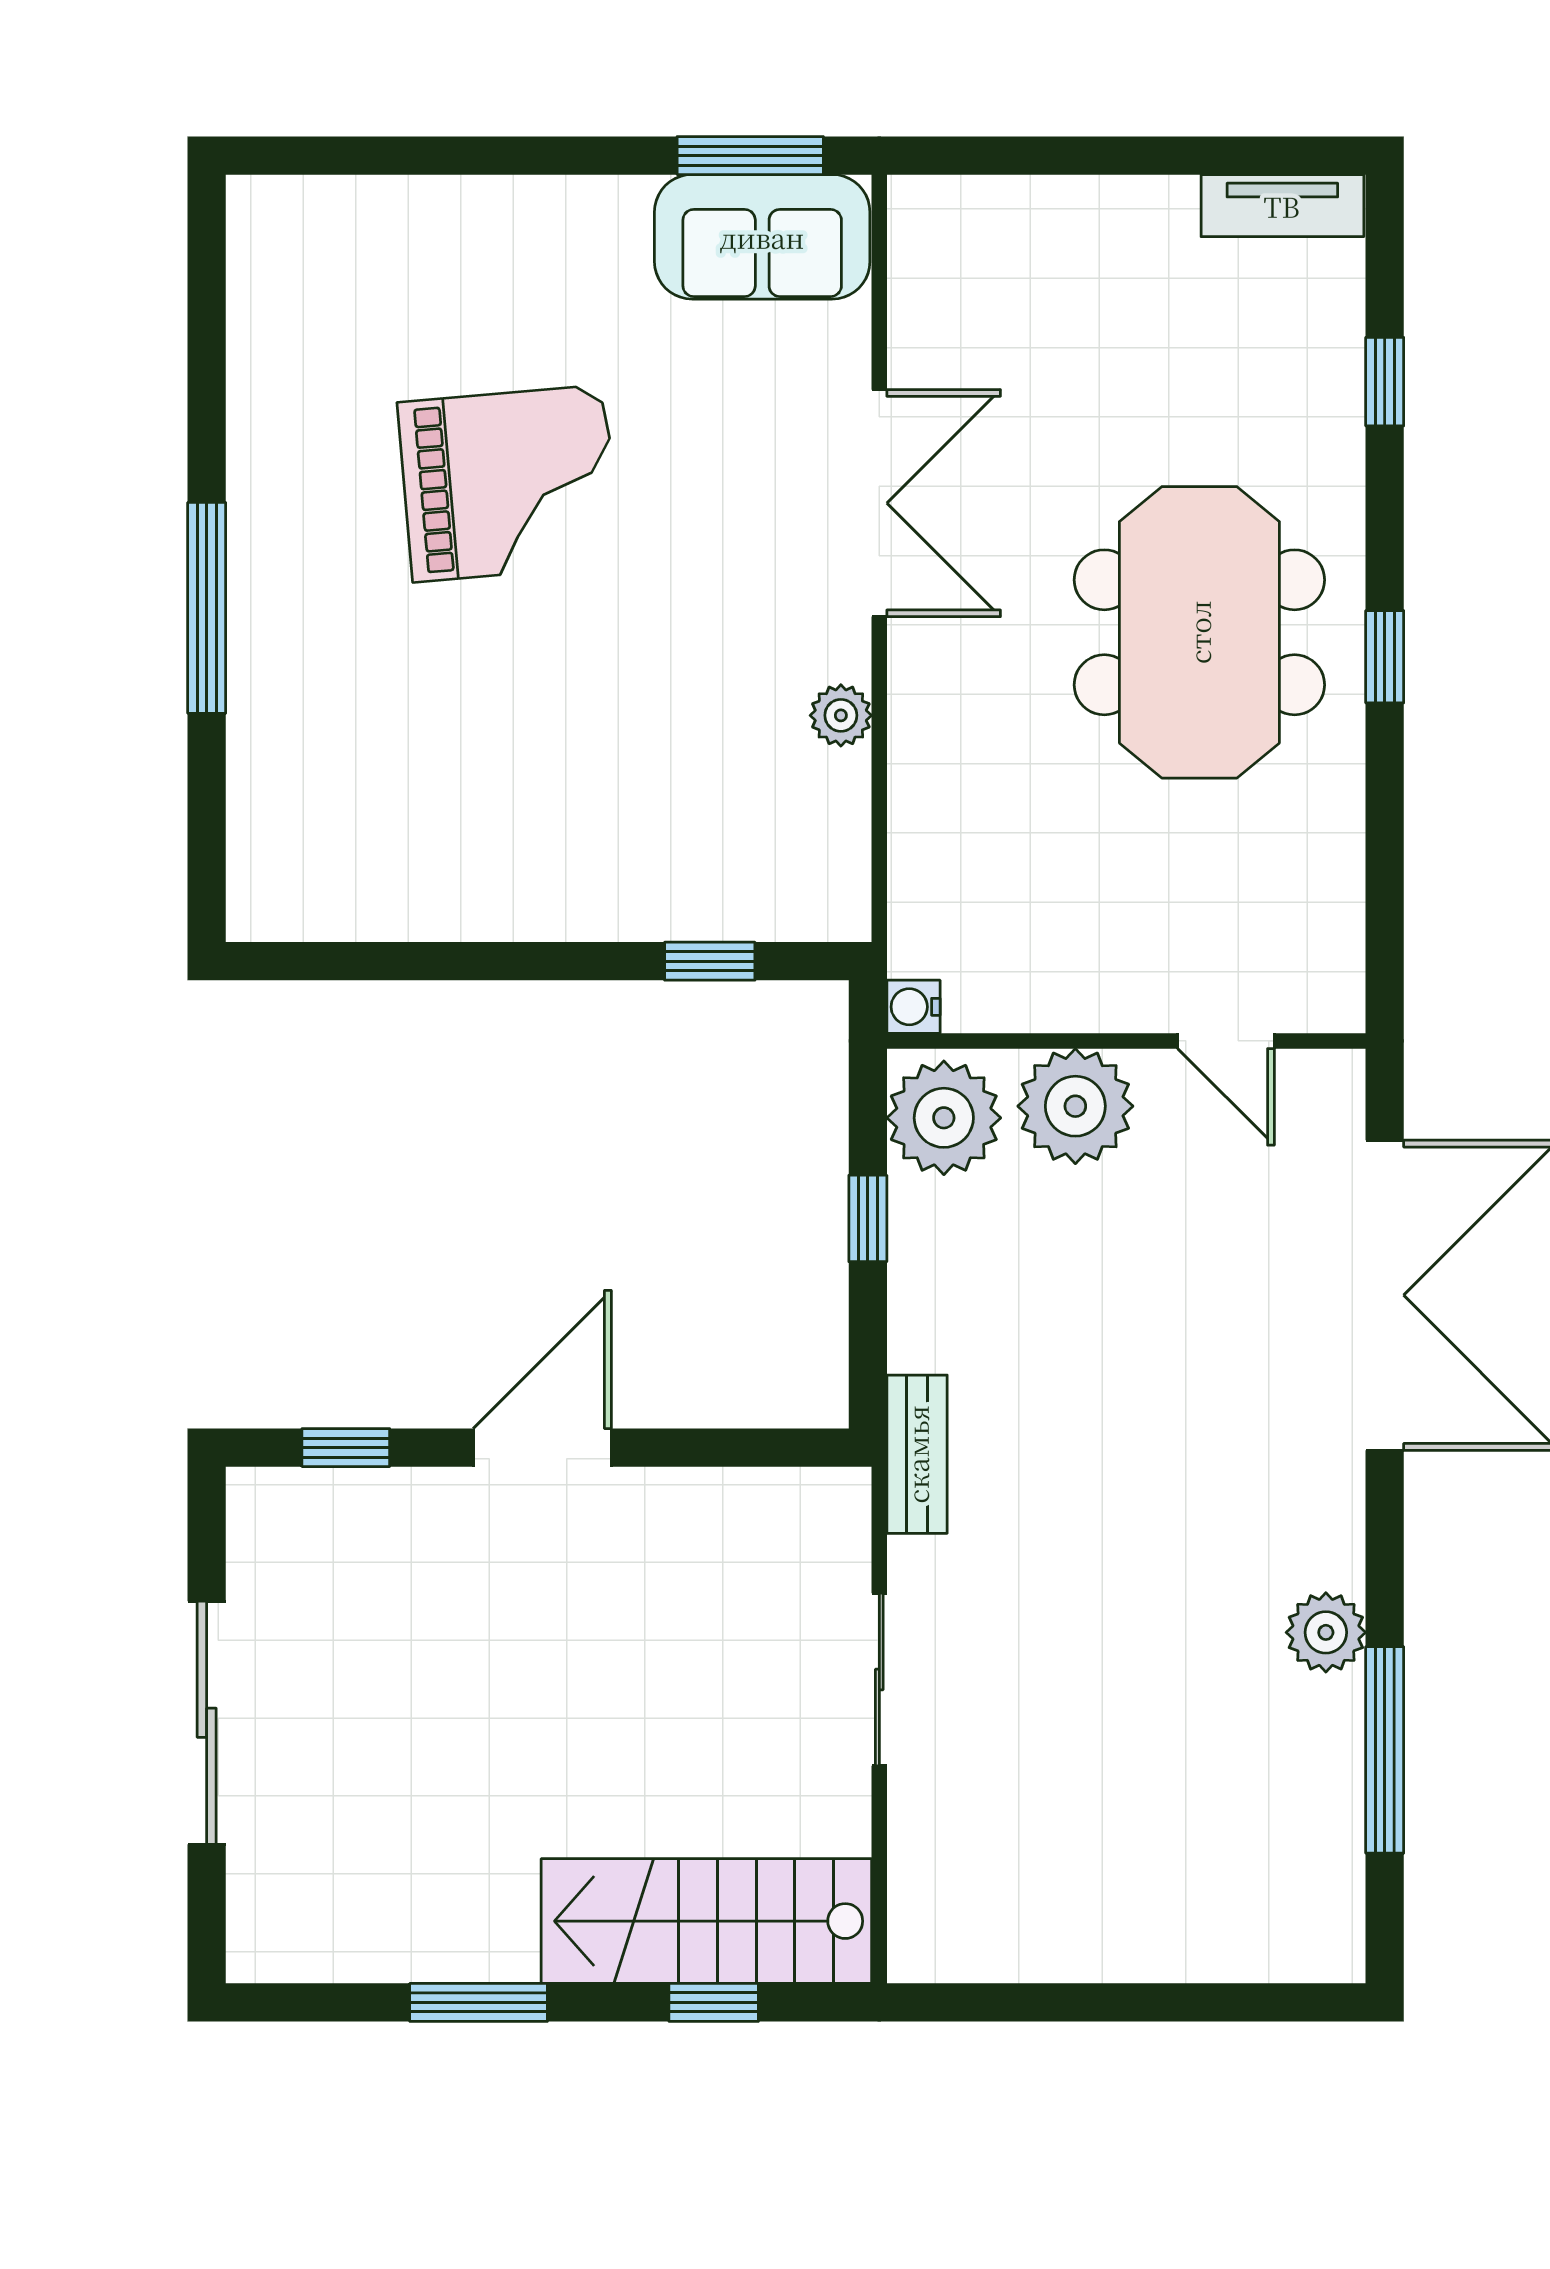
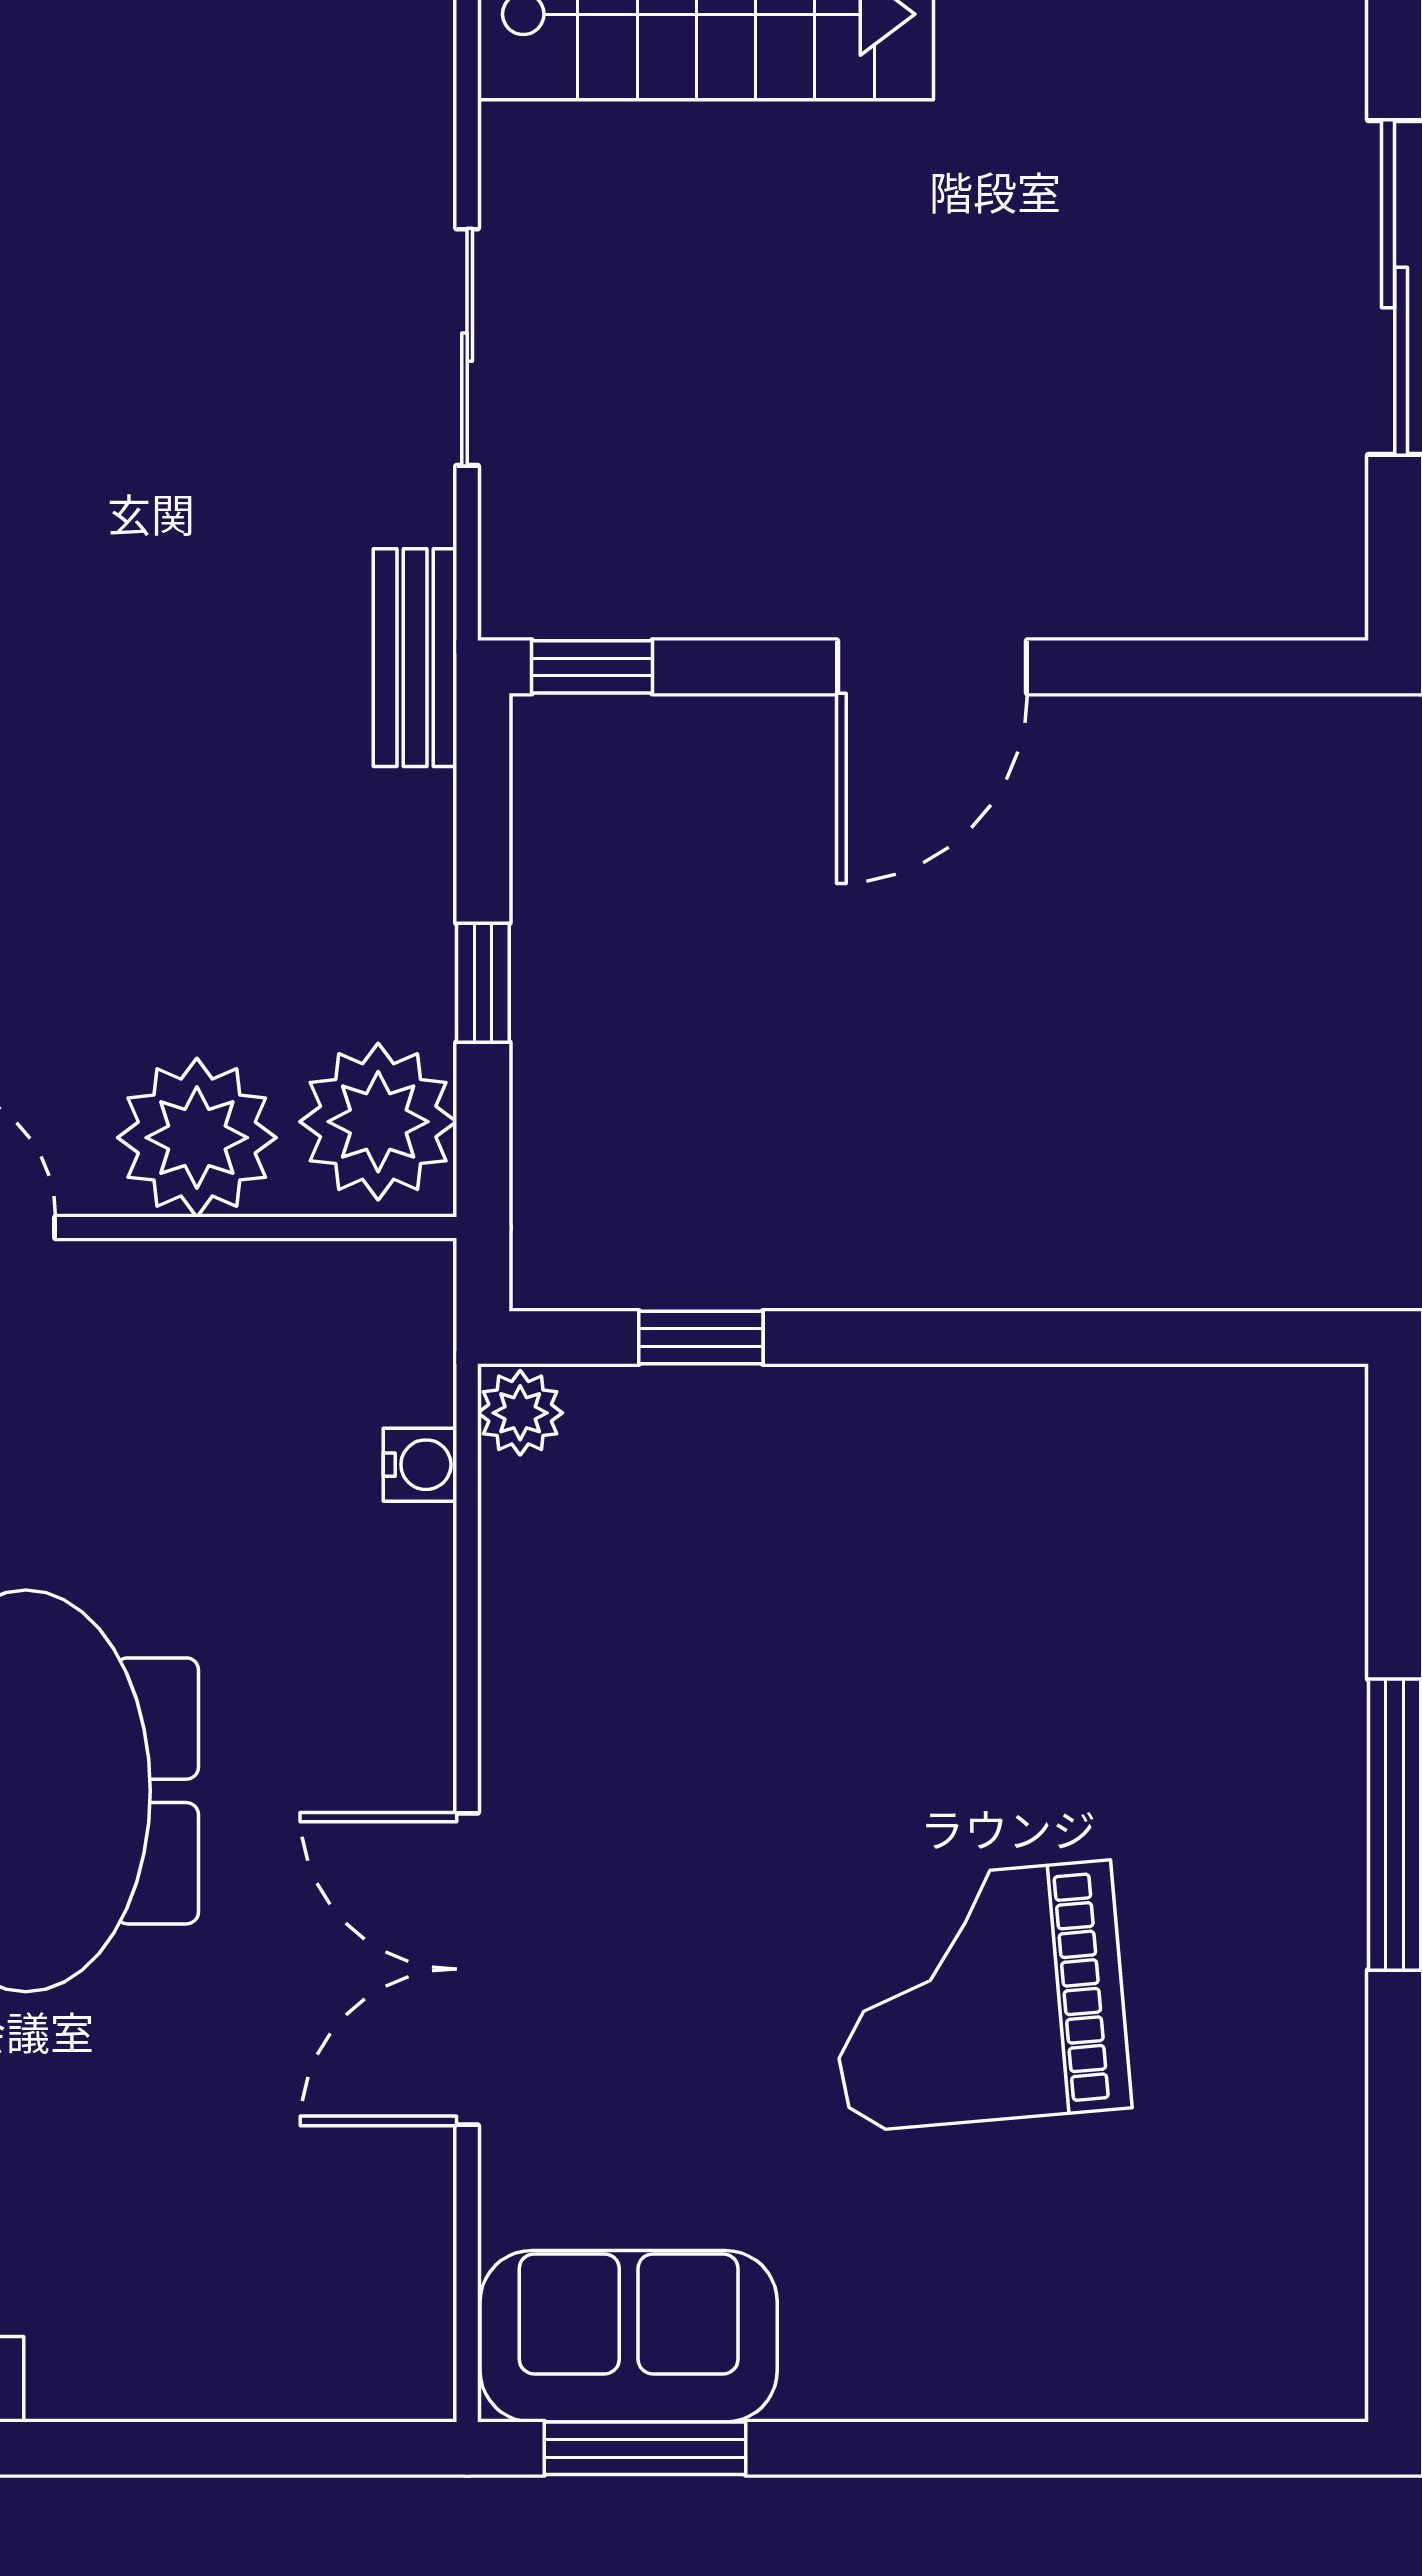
plant: (841, 715) -> (520, 1413), moved
water cooler: (913, 1007) -> (420, 1465), moved
window: (346, 1448) -> (592, 667), moved

